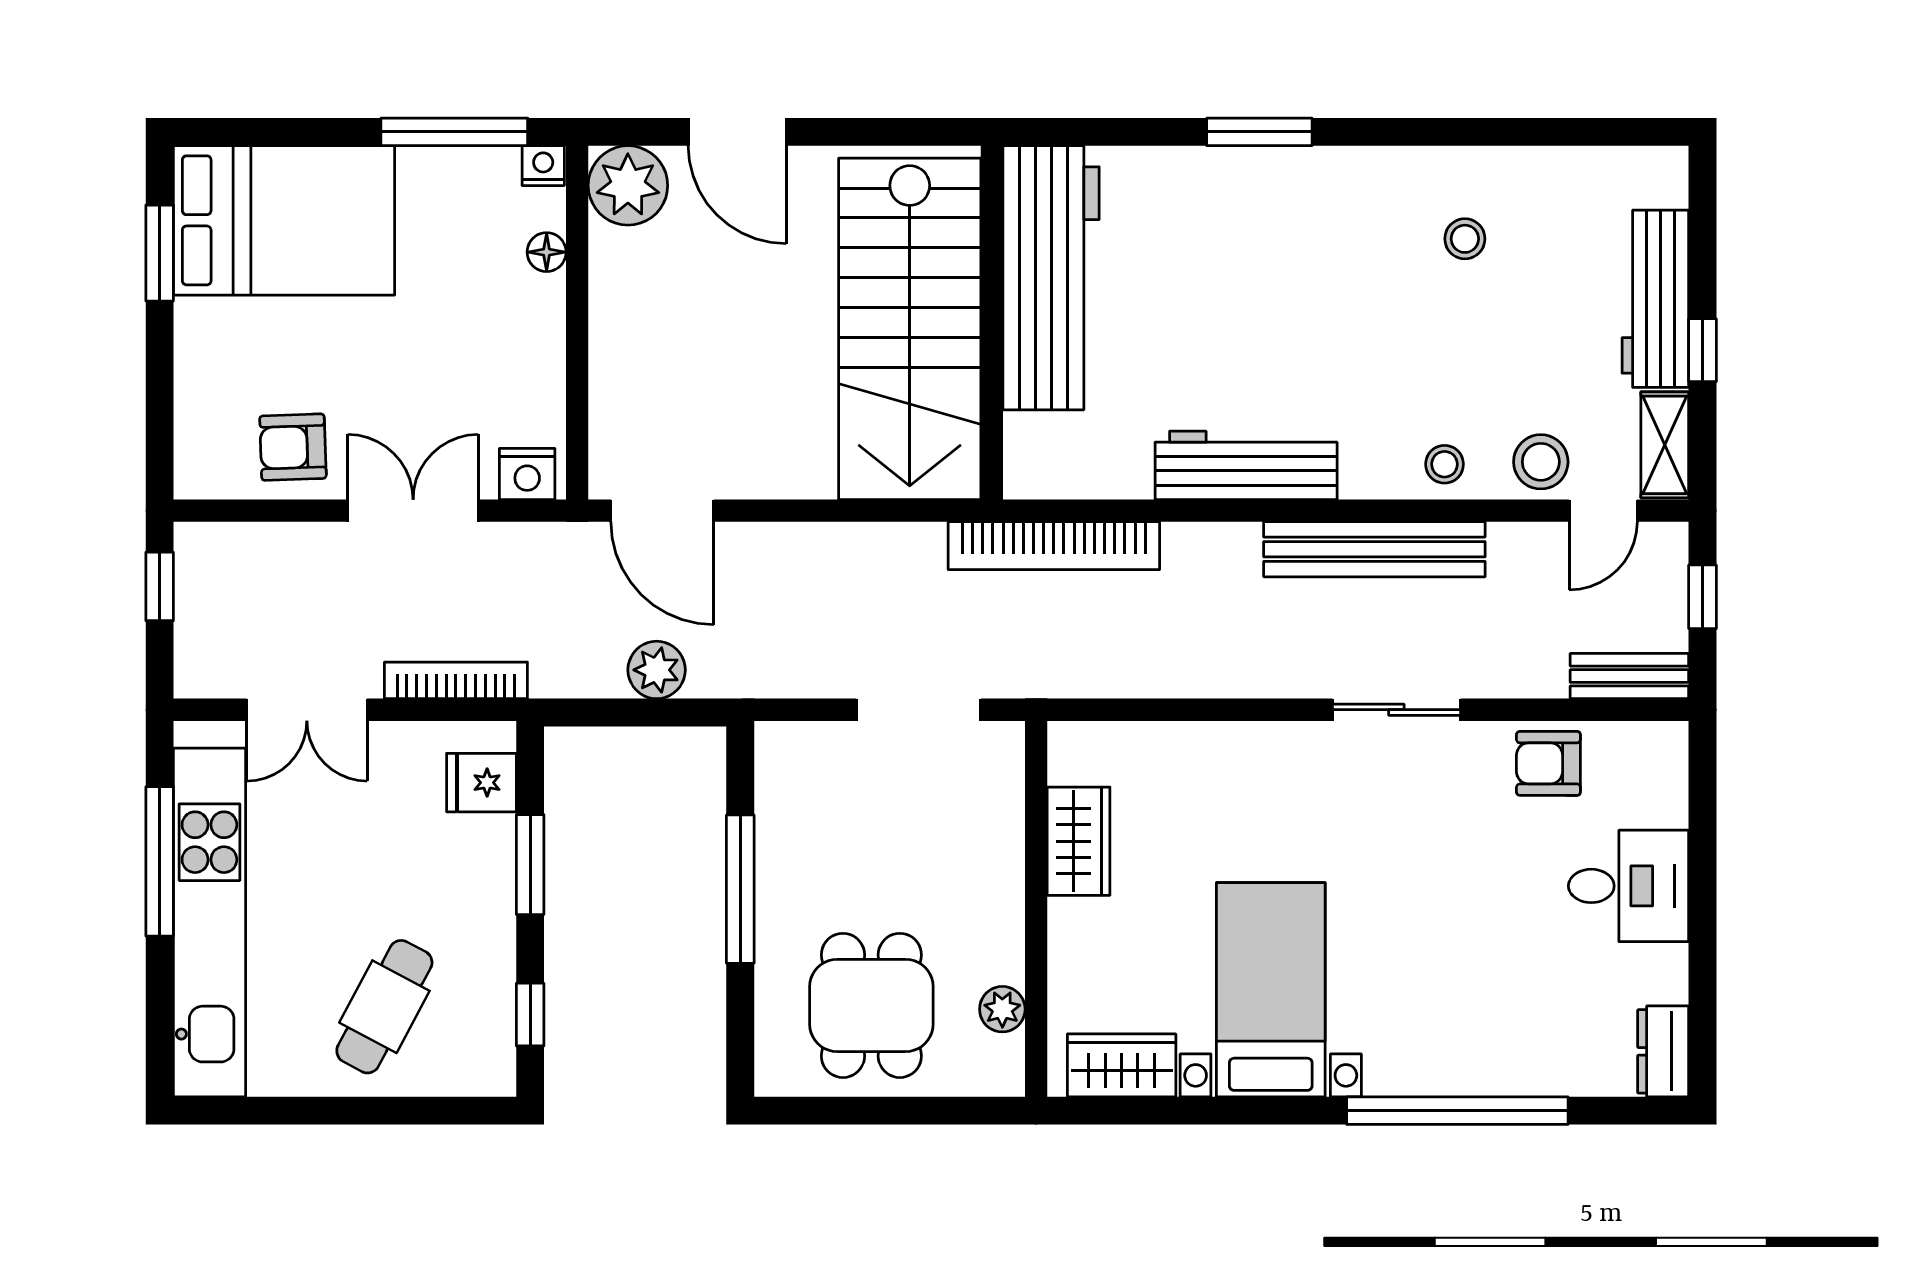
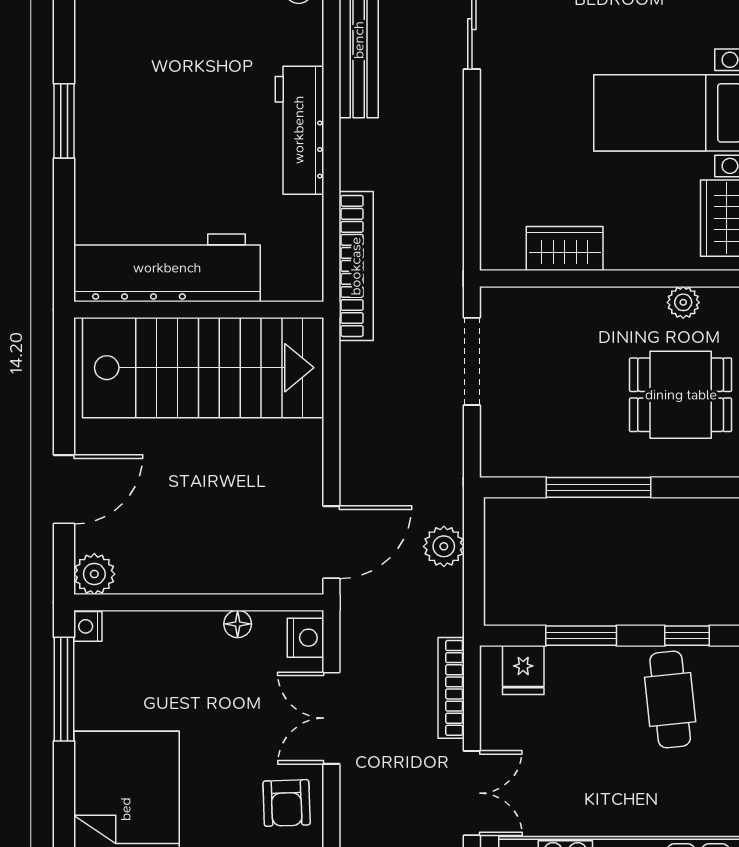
plant: (628, 185) -> (94, 574), width x0.73, depth x0.73
floor lamp: (547, 252) -> (238, 624), moved
cafe table: (384, 1007) -> (670, 699), moved, turned 56

